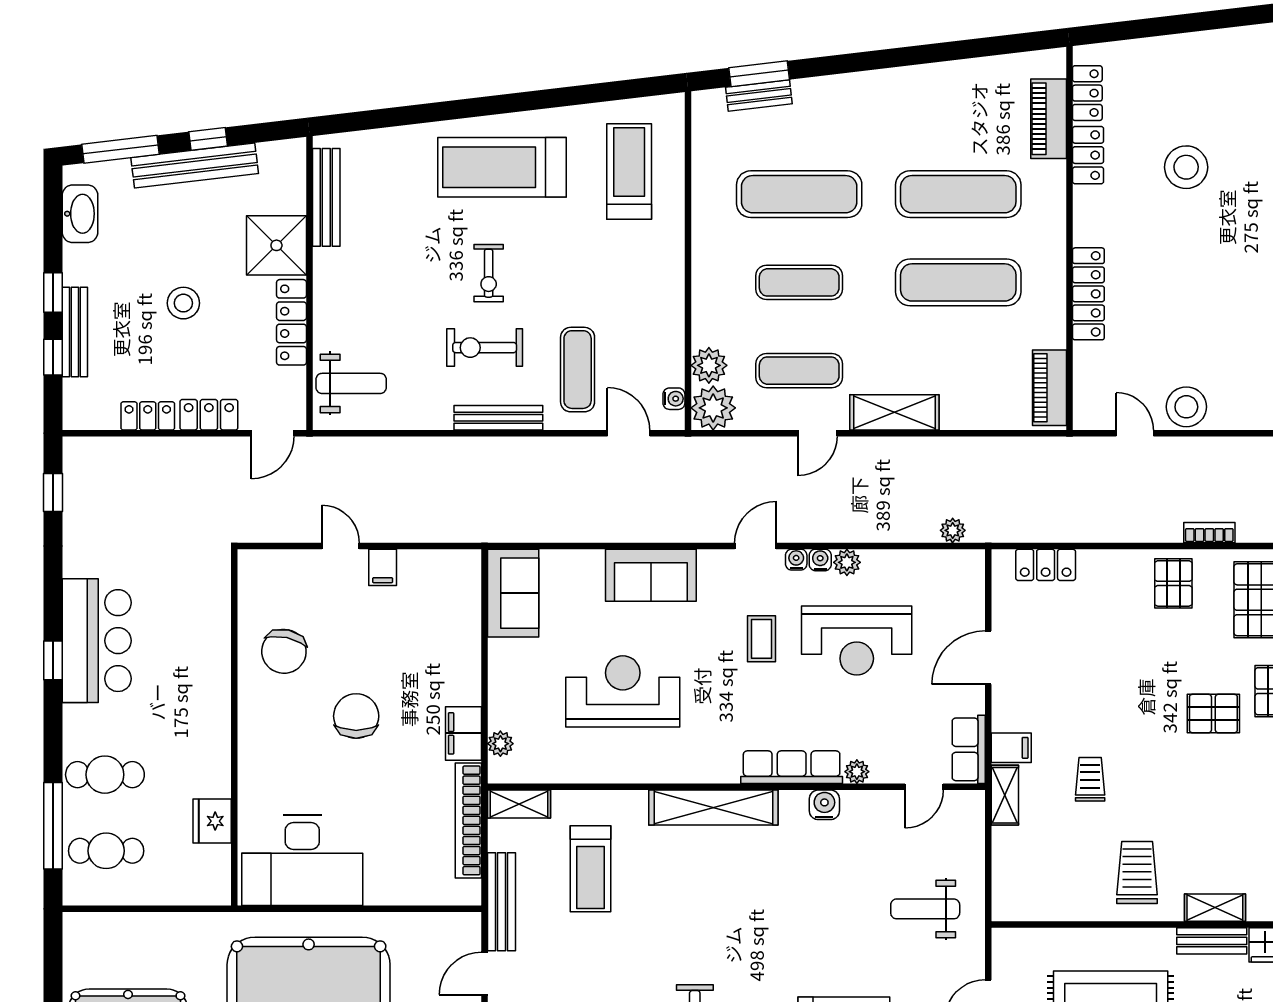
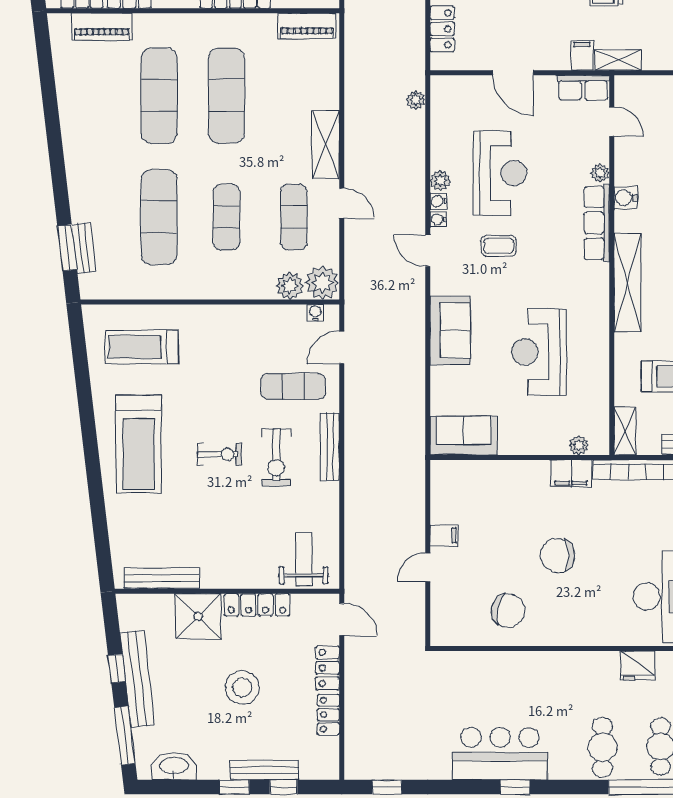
stool: (183, 303) -> (242, 687), width x1.38, depth x1.38

